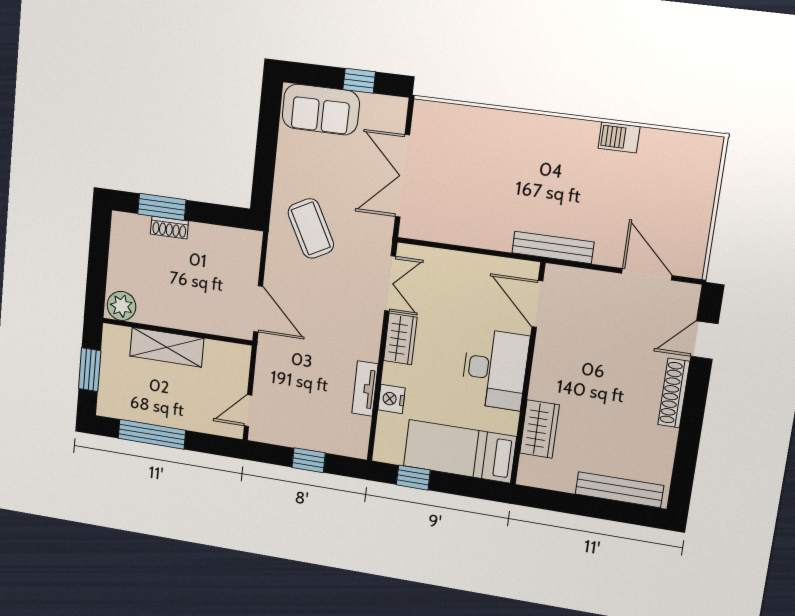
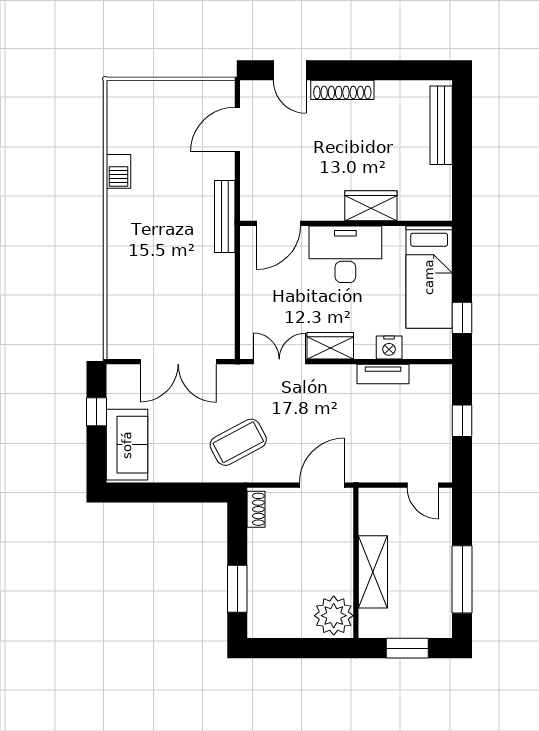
shoe rack: (169, 227) -> (256, 509), moved
plant: (122, 306) -> (334, 616), width x1.36, depth x1.36
wardrobe: (540, 429) -> (371, 206), moved

